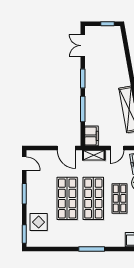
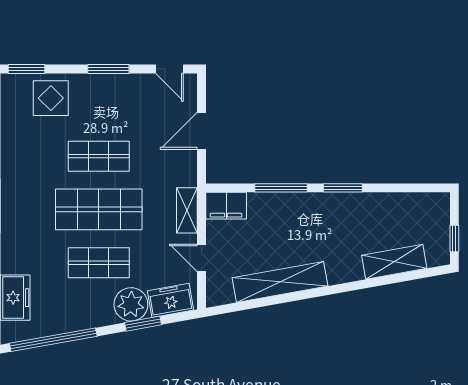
double door: (83, 46) -> (410, 188), removed
shelving: (119, 53) -> (394, 262), added
door: (66, 148) -> (201, 131), moved
door: (24, 164) -> (169, 69), hinge flipped
shop shelf: (67, 198) -> (99, 156), width x0.70, depth x0.74

